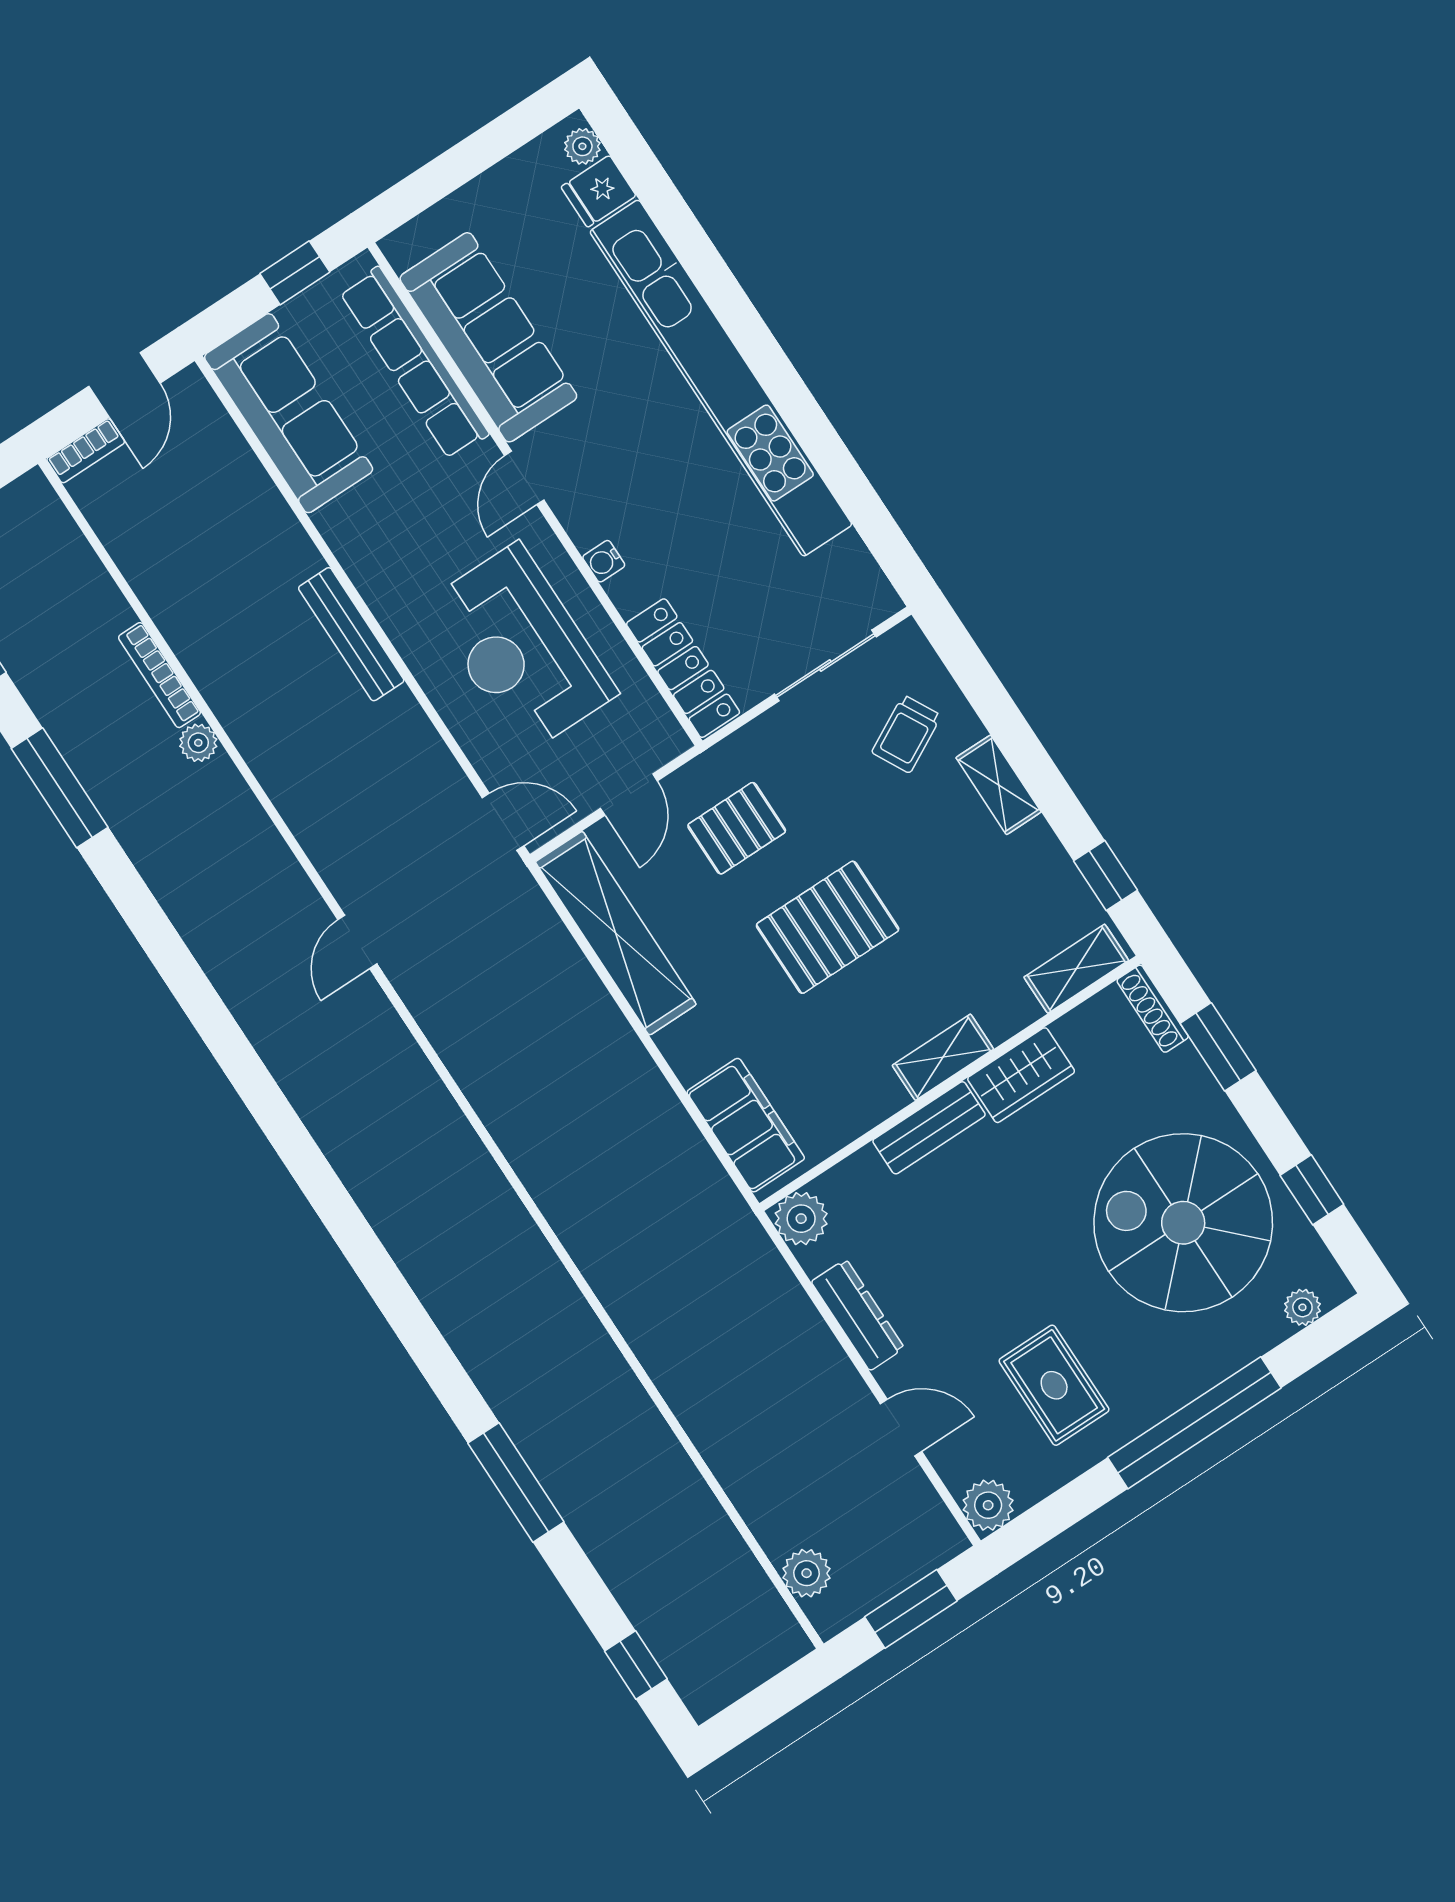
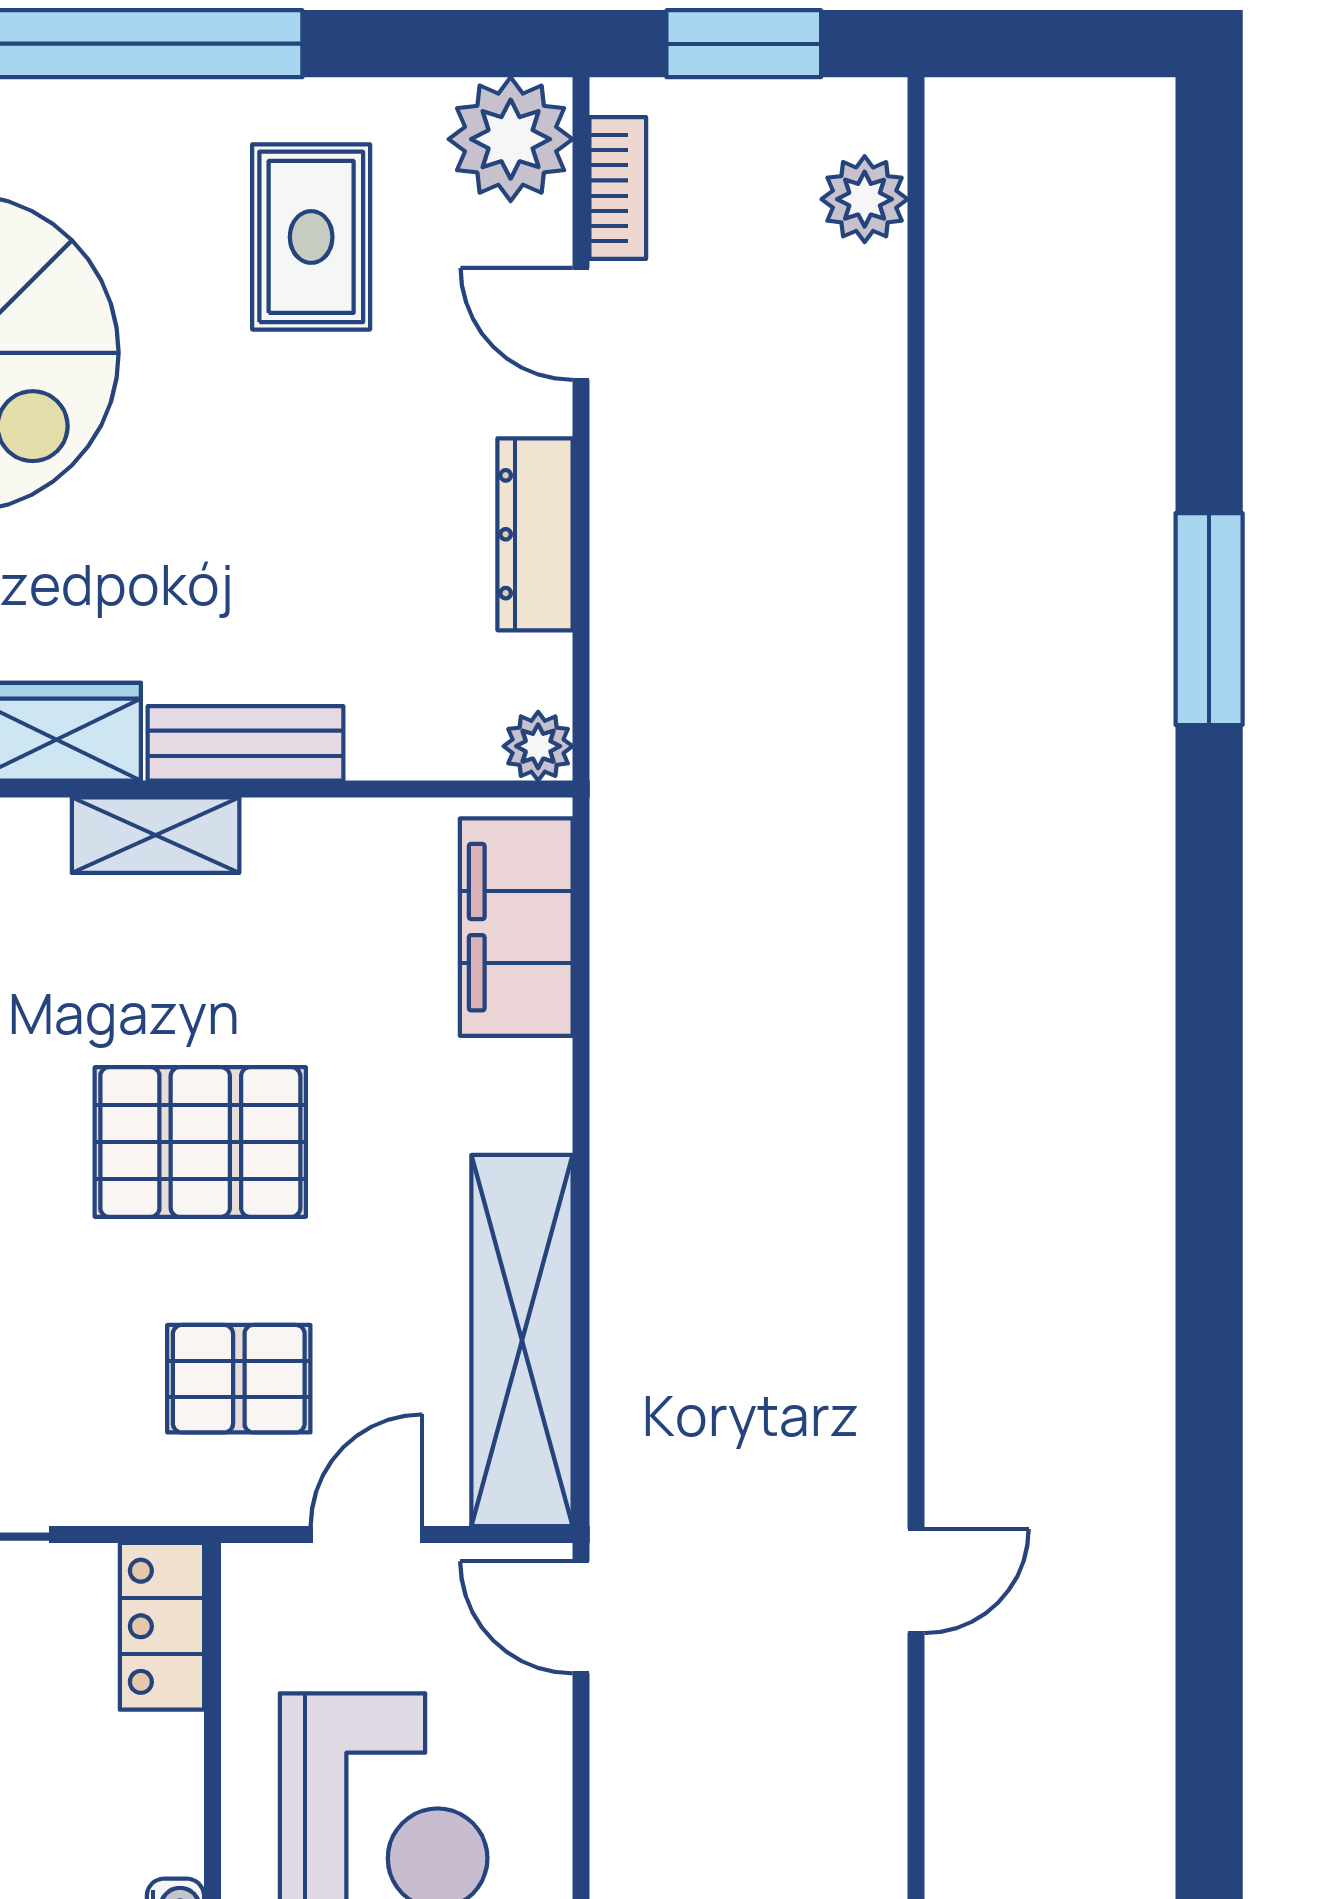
locker: (683, 668) -> (162, 1626), width x0.66
plant: (801, 1219) -> (538, 746), width x0.73, depth x0.73
bookcase: (926, 1502) -> (618, 188), added
plant: (988, 1505) -> (511, 139), width x1.36, depth x1.36
window: (636, 1665) -> (1209, 229), removed

